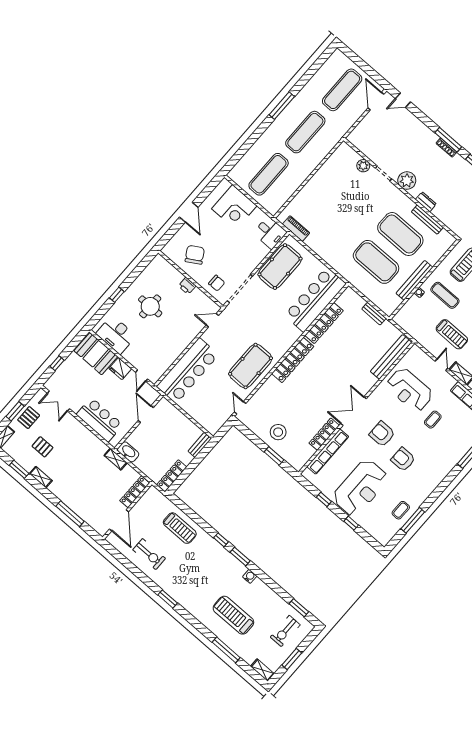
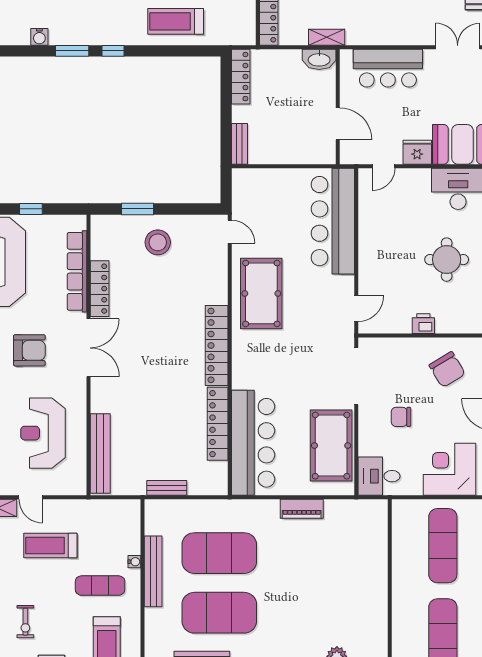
piano: (296, 229) -> (302, 509), moved
chair: (217, 283) -> (401, 417), moved
door: (142, 376) -> (384, 166), swing flipped
reception desk: (409, 390) -> (43, 433), turned -90

